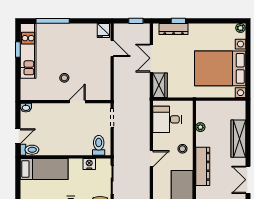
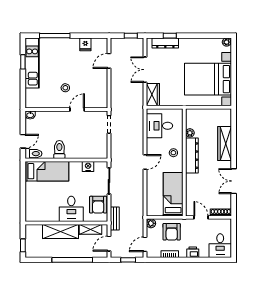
fridge: (103, 30) -> (85, 44), moved
door: (112, 48) -> (109, 61), swing flipped
toilet: (99, 145) -> (59, 150), moved
dresser: (203, 166) -> (192, 156), moved

